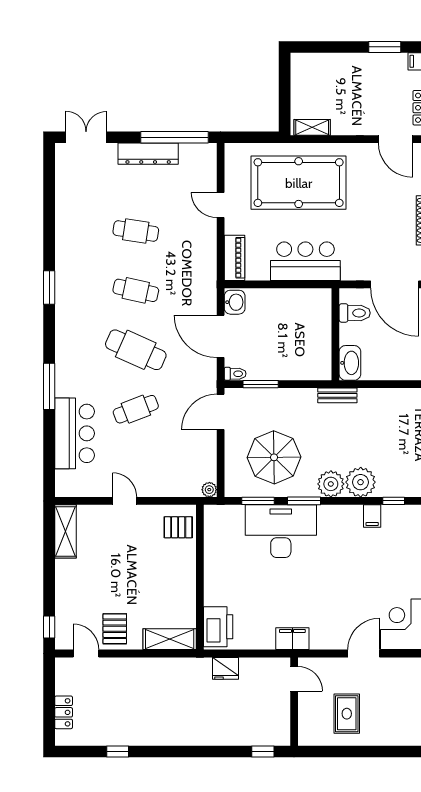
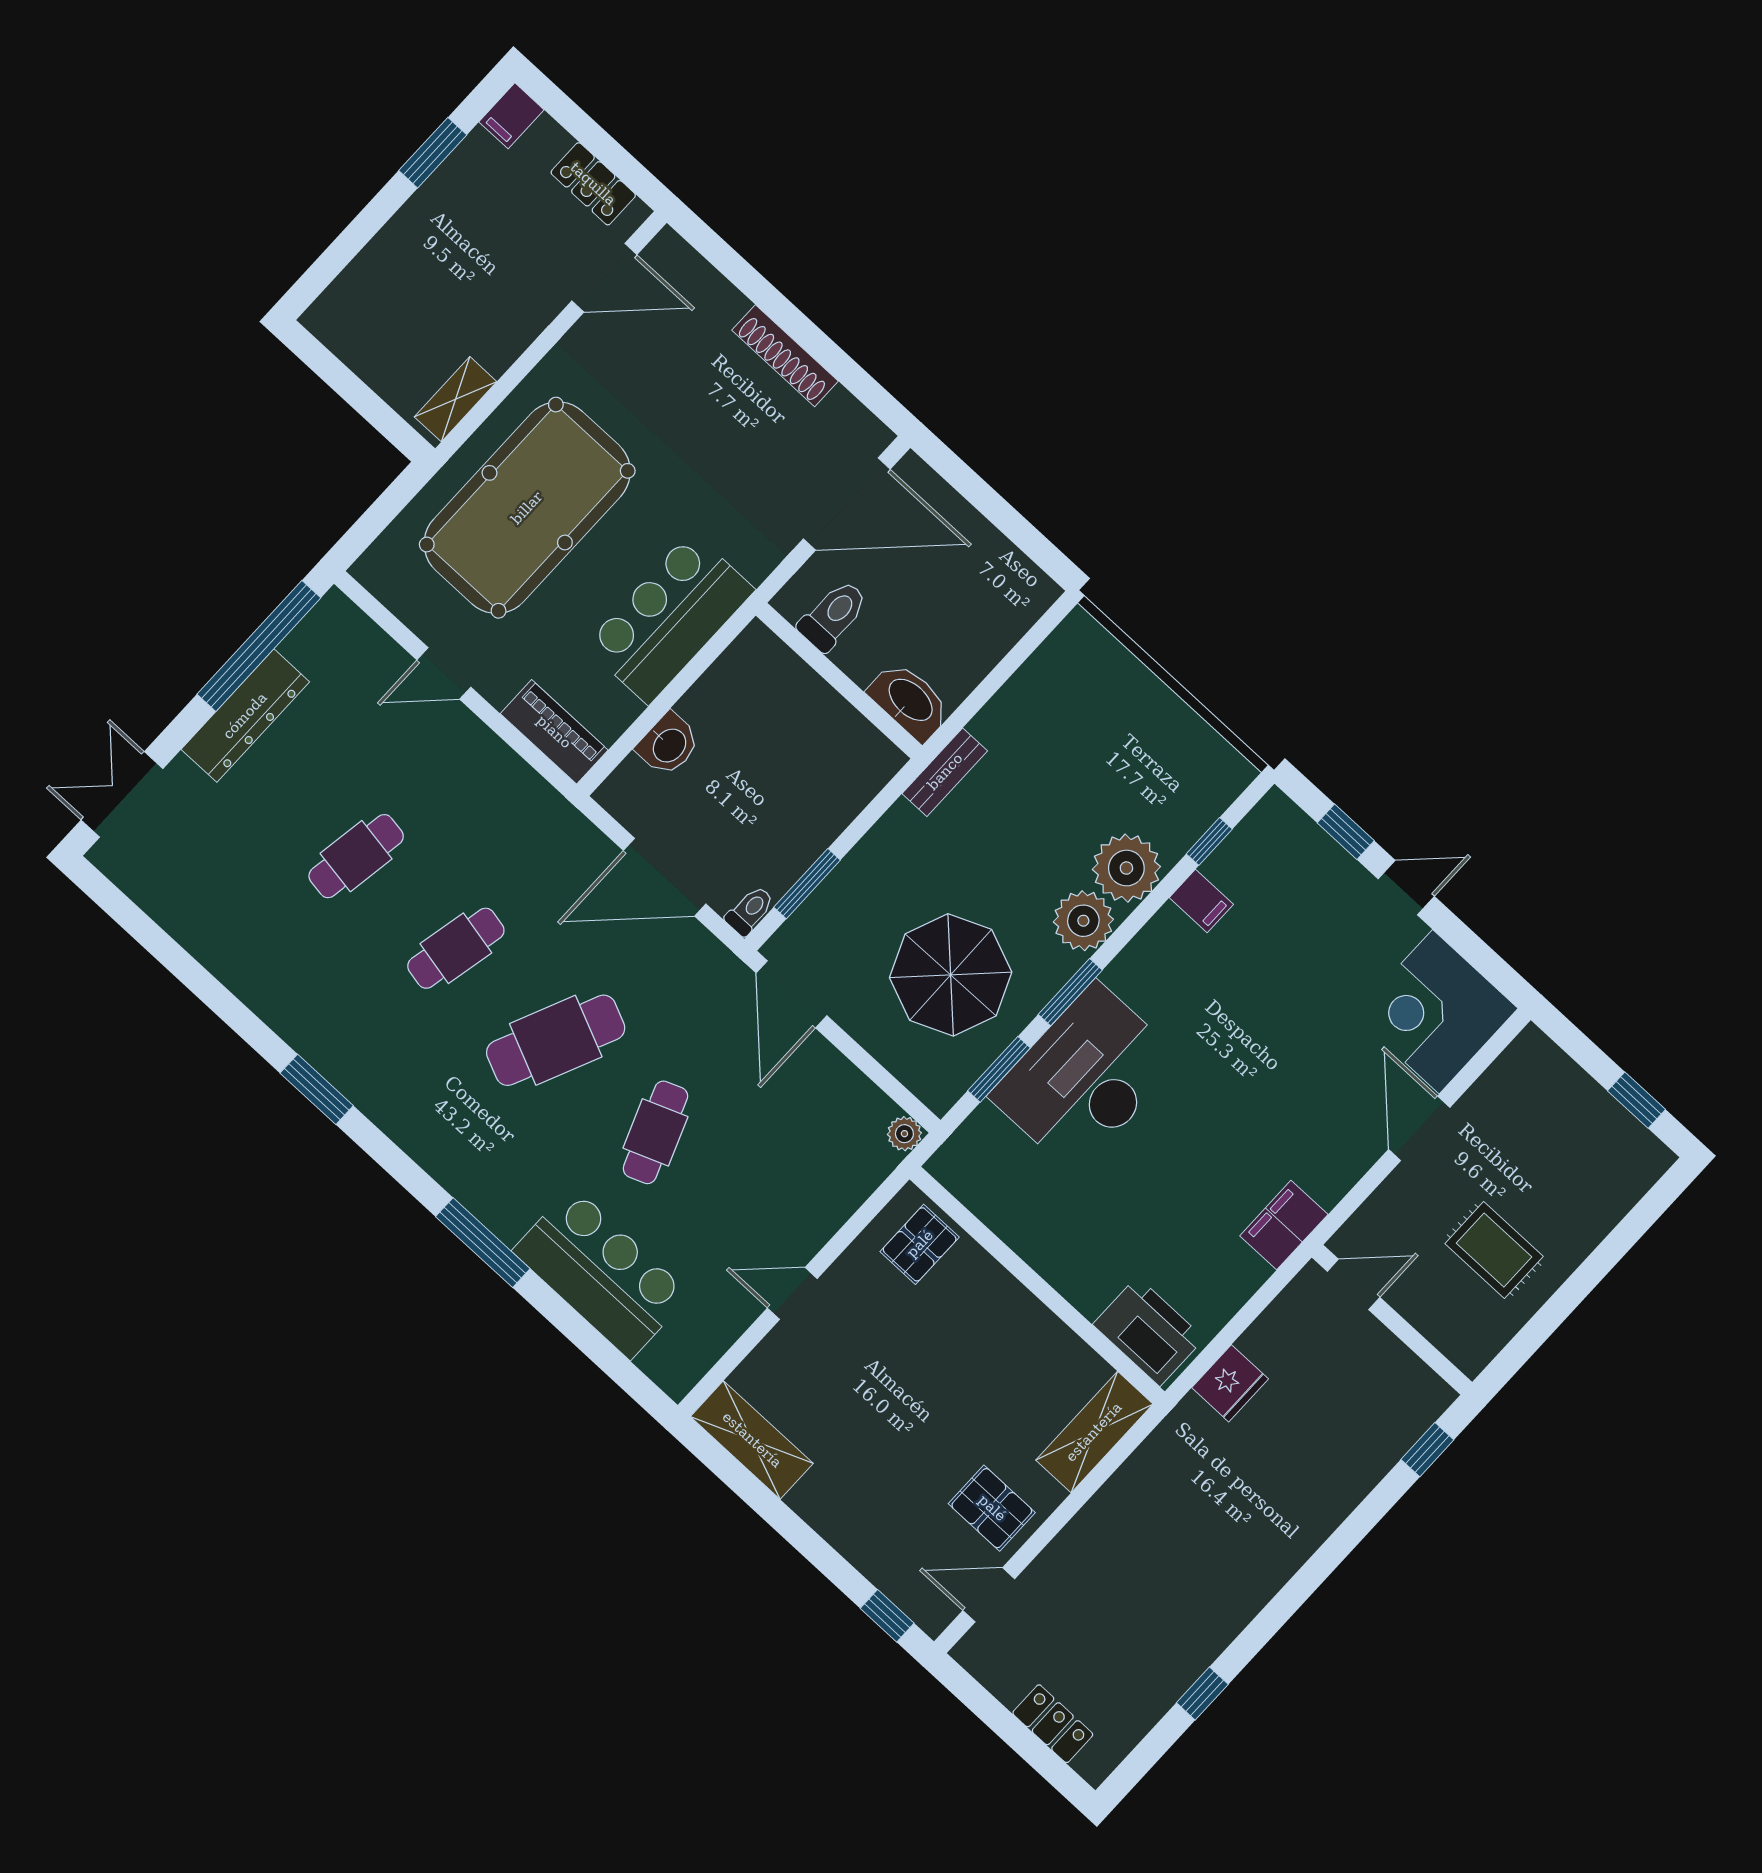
washbasin: (235, 302) -> (668, 745), moved, turned 90

